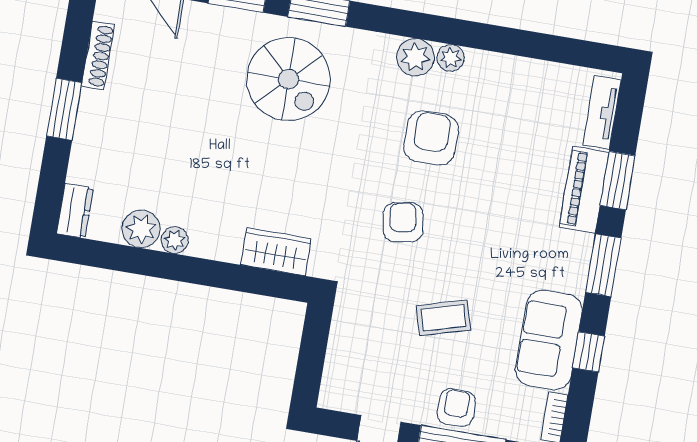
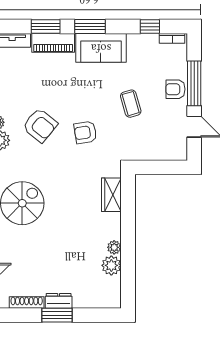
armchair: (431, 138) -> (40, 125), turned -141
dresser: (75, 211) -> (59, 301), moved
sofa: (549, 340) -> (101, 48), moved
window: (589, 352) -> (150, 27), moved

